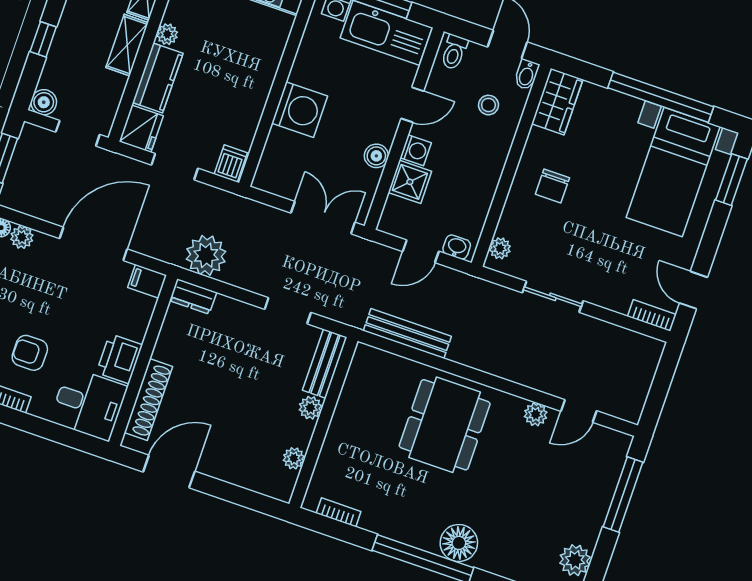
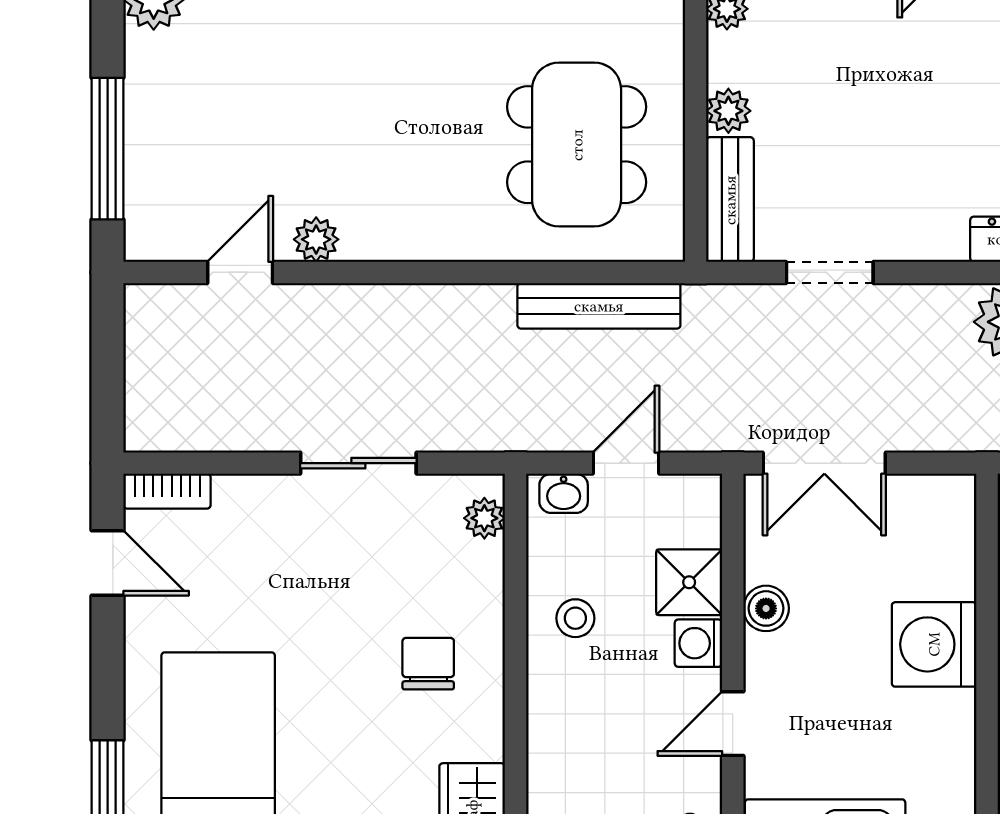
stool: (488, 105) -> (575, 618), moved
dining table: (445, 425) -> (577, 145), moved

